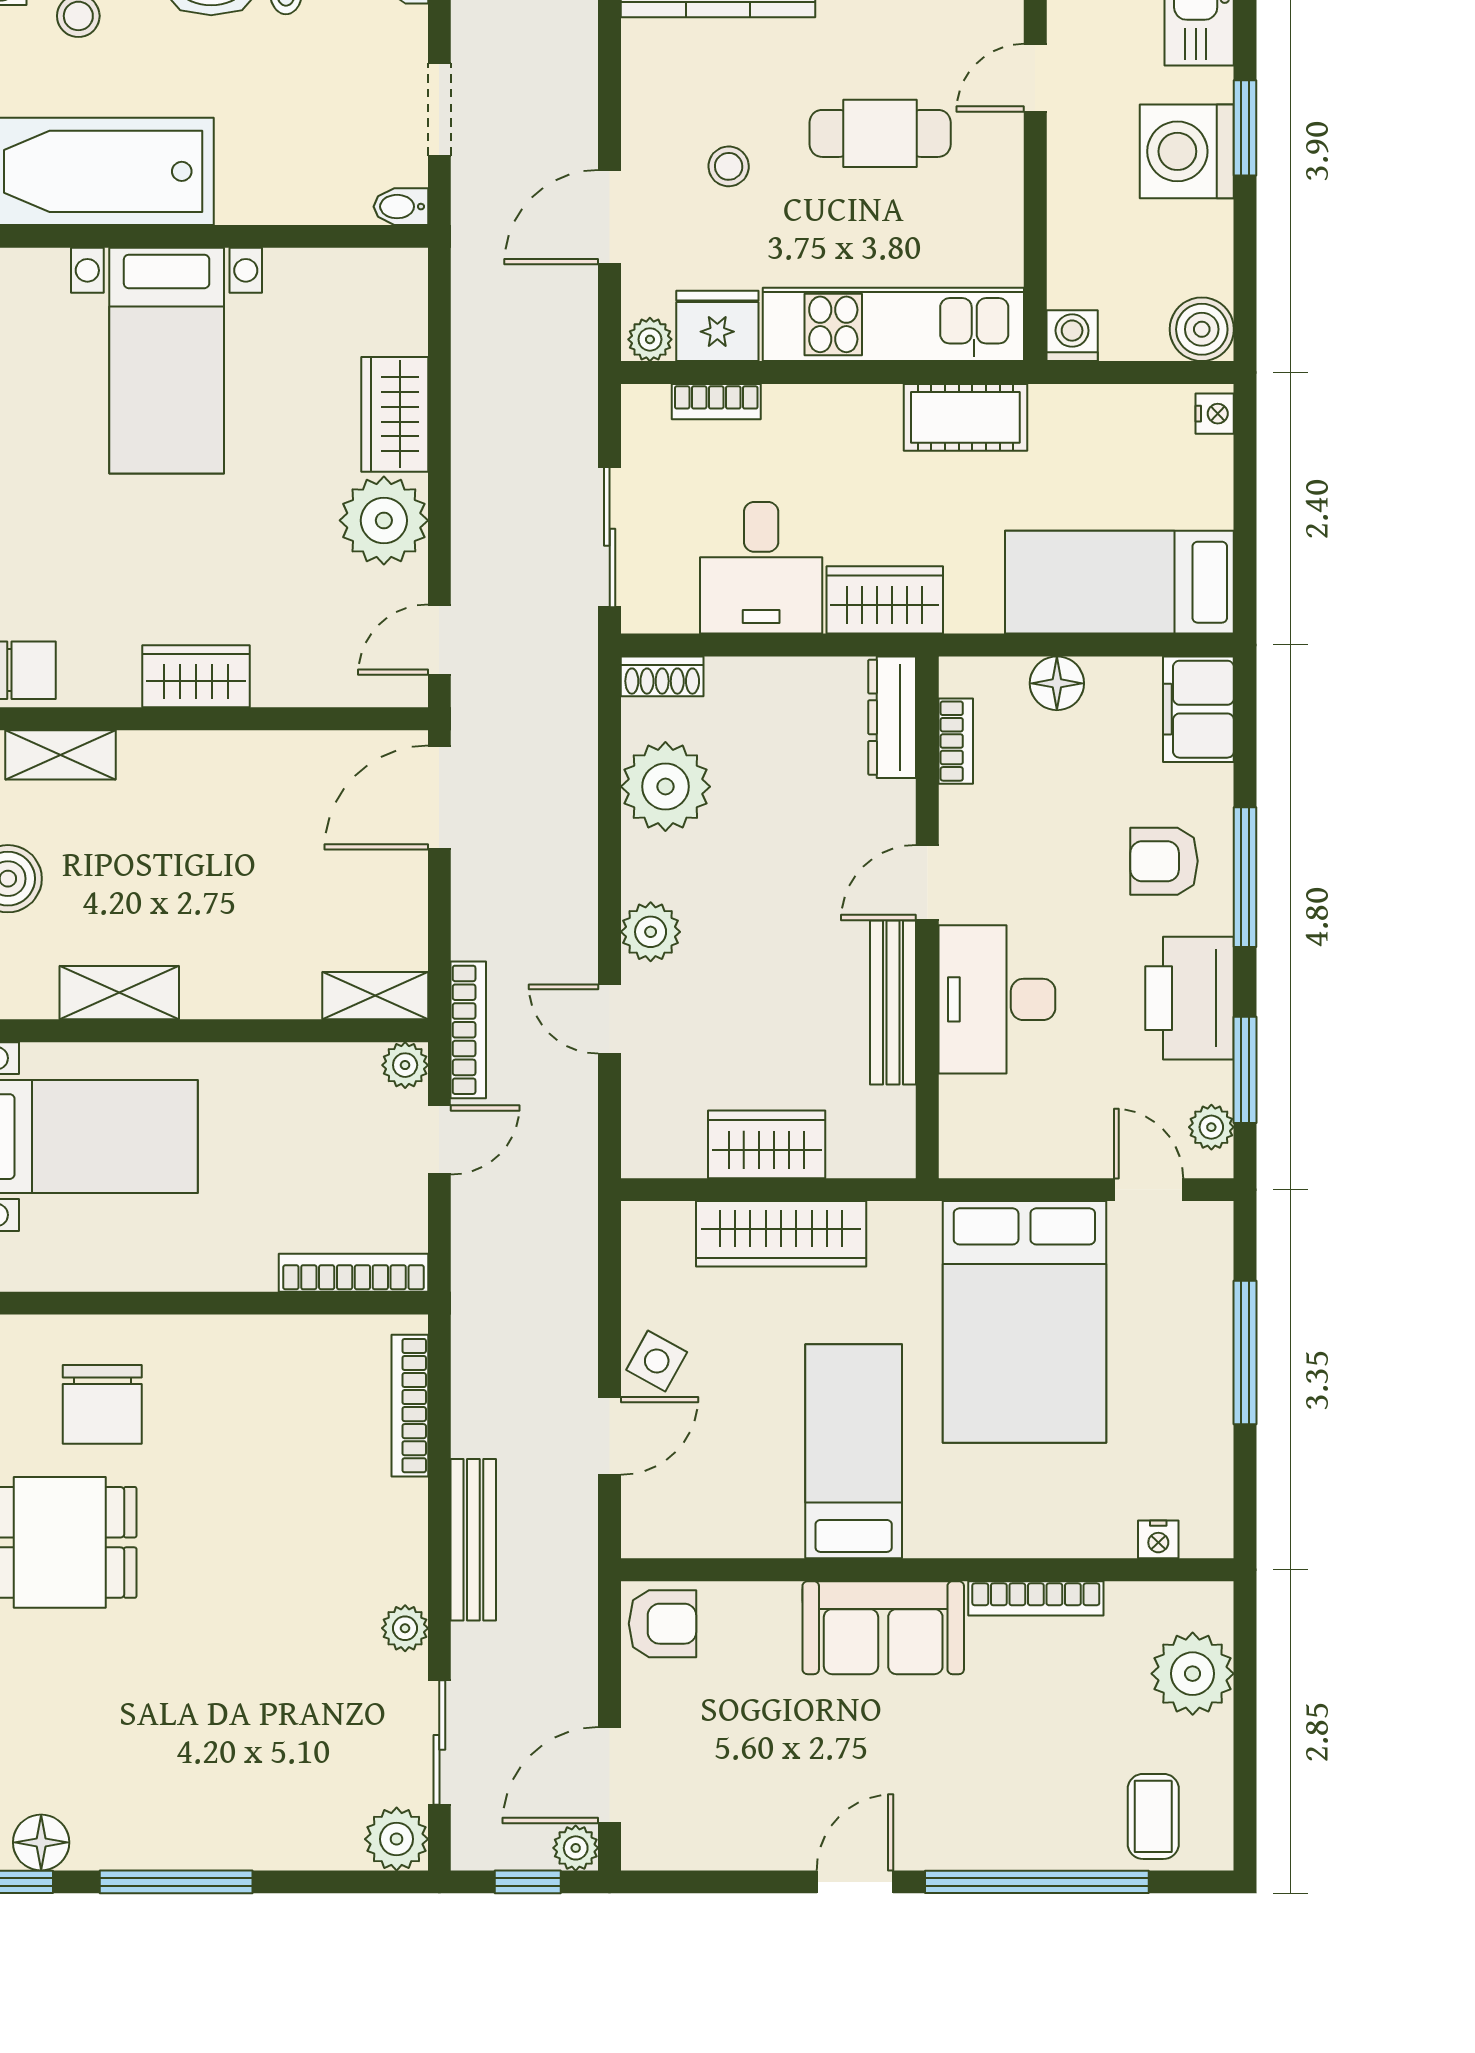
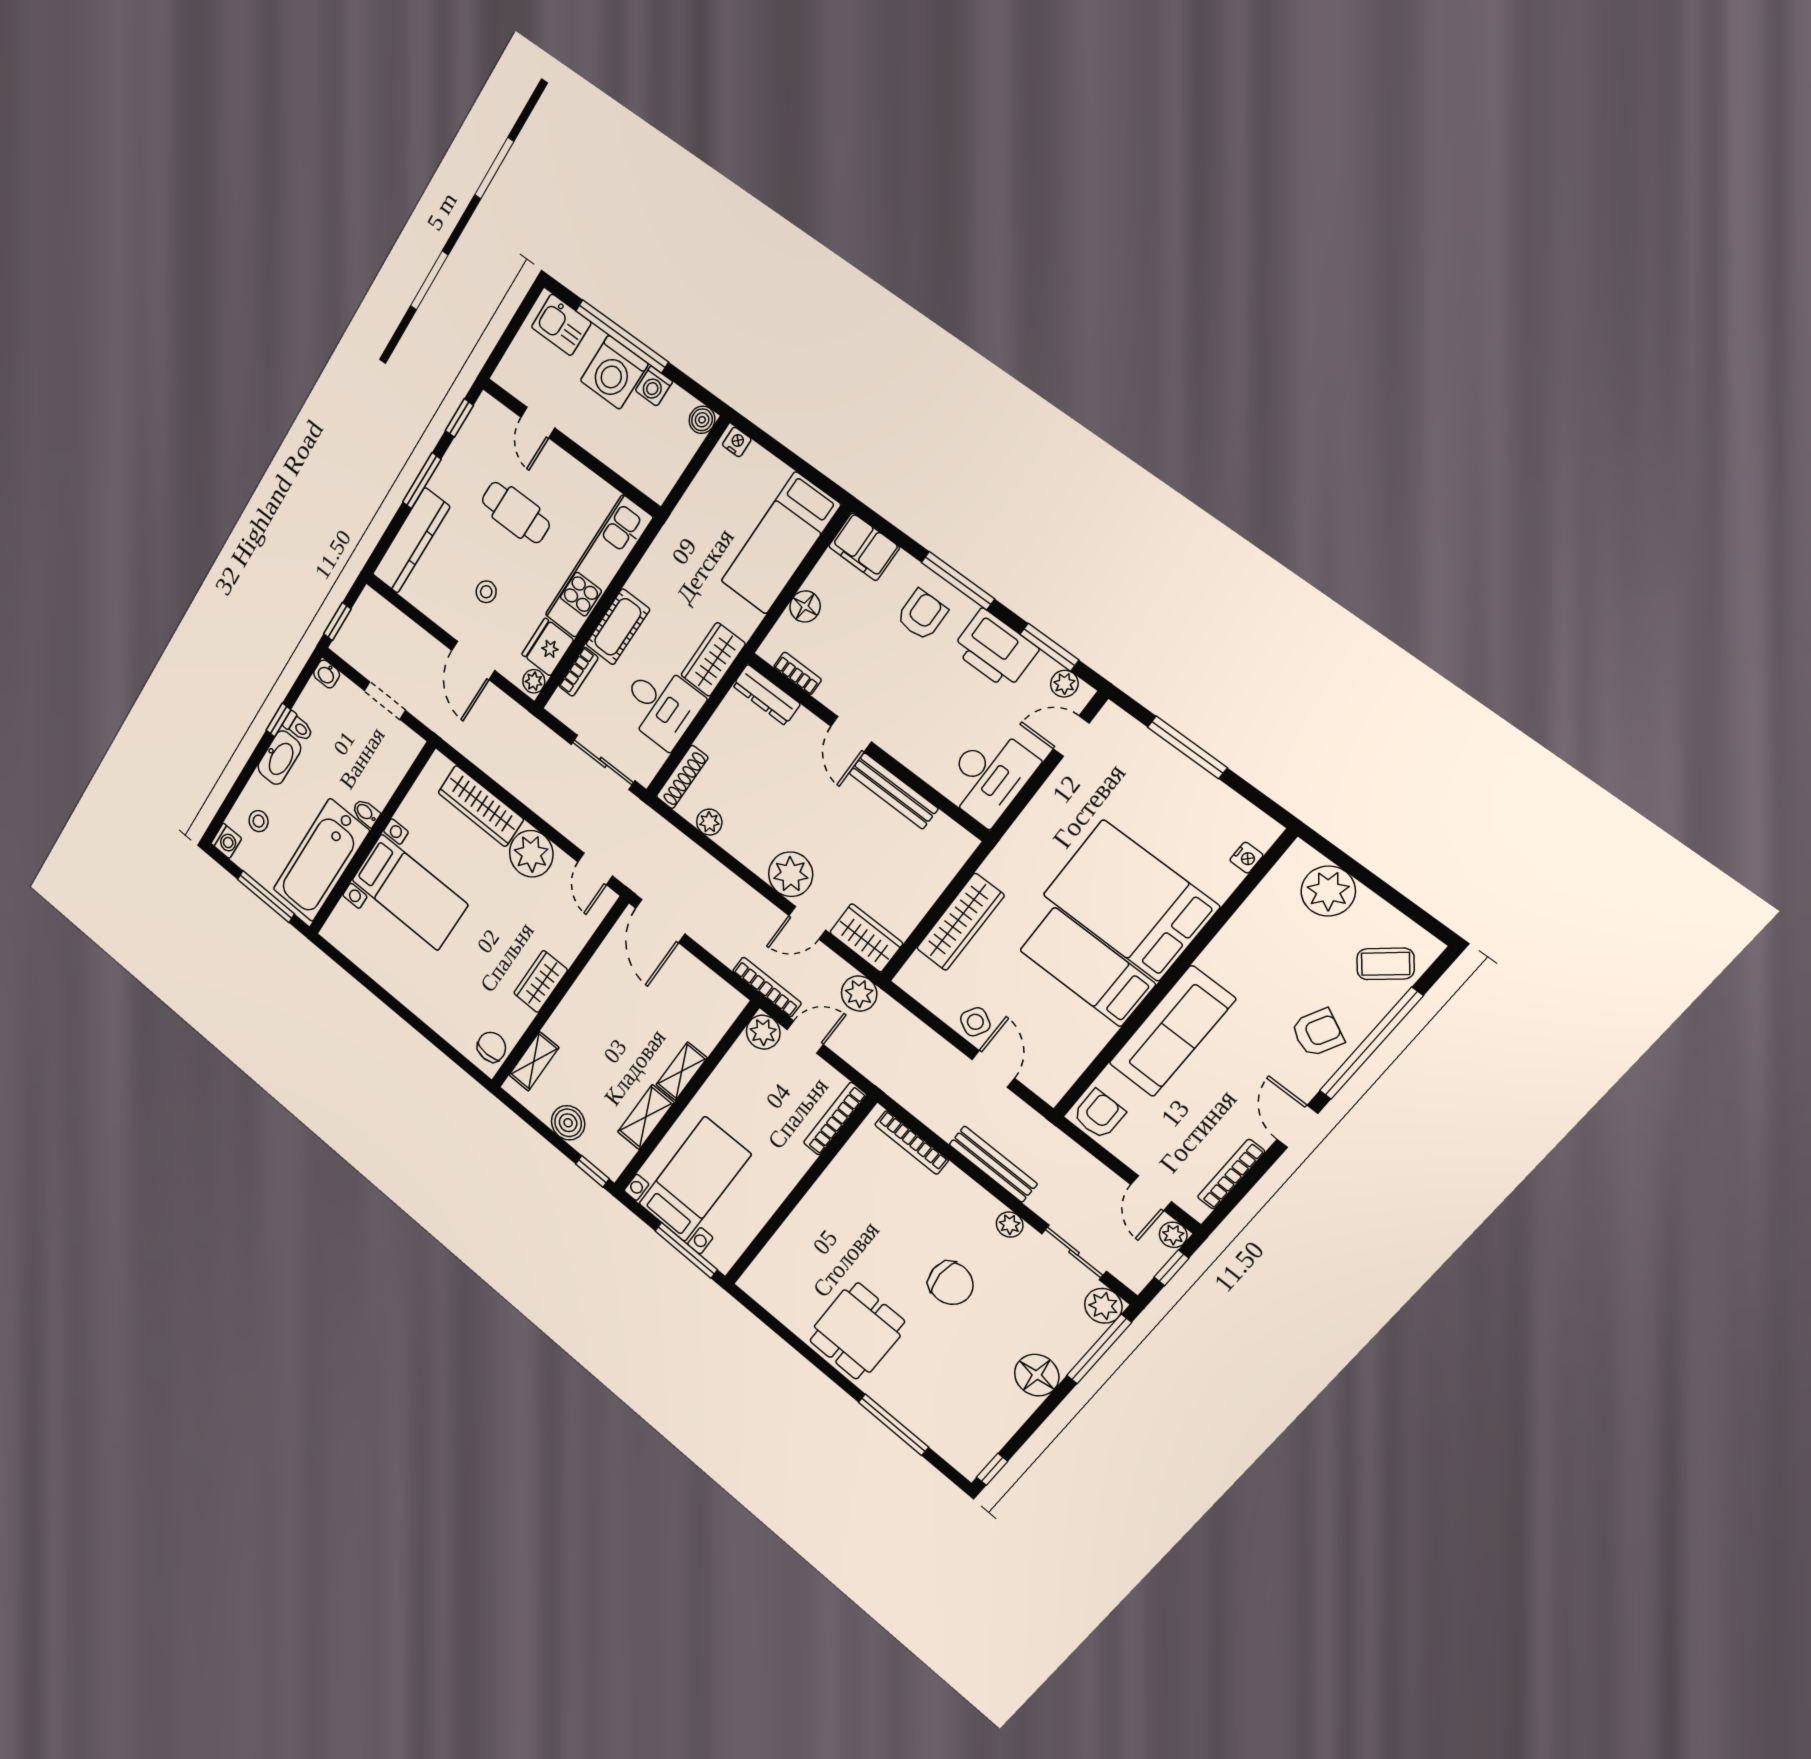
window: (1245, 128) -> (622, 336), width x2.11
cafe table: (880, 133) -> (516, 513), turned 90
bidet: (401, 207) -> (366, 813), moved, turned 90
boiler: (1202, 329) -> (702, 420), width x0.73, depth x0.73
washing machine: (1072, 336) -> (654, 386), moved, turned -90
wardrobe: (395, 414) -> (481, 806), width x1.50
cot: (965, 417) -> (618, 627), moved
shoe rack: (662, 676) -> (682, 777), width x1.43
plant: (665, 787) -> (709, 822), width x0.53, depth x0.53
armchair: (1164, 861) -> (922, 615), turned 180
plant: (651, 932) -> (791, 874), width x1.36, depth x1.36
shelving: (375, 996) -> (682, 1071), moved
desk: (997, 999) -> (989, 776), moved, turned -90
plant: (405, 1065) -> (763, 1032), width x1.38, depth x1.38
door: (439, 1140) -> (805, 1037), hinge flipped
wardrobe: (767, 1144) -> (866, 938), moved, turned 90
plant: (566, 1170) -> (859, 994), added
bed: (1024, 1322) -> (1131, 901), moved, turned 180
chair: (102, 1404) -> (951, 1283), moved
bookcase: (1036, 1598) -> (1231, 1174), moved, turned 180
sofa: (883, 1628) -> (1172, 1031), width x1.36
door: (610, 1775) -> (1151, 1193), width x0.73
armchair: (999, 1807) -> (1317, 1033), added
coffee table: (1153, 1816) -> (1386, 964), turned -40
floor lamp: (41, 1842) -> (1037, 1375), moved, width x1.38, depth x1.38
window: (176, 1882) -> (1099, 1349), moved

